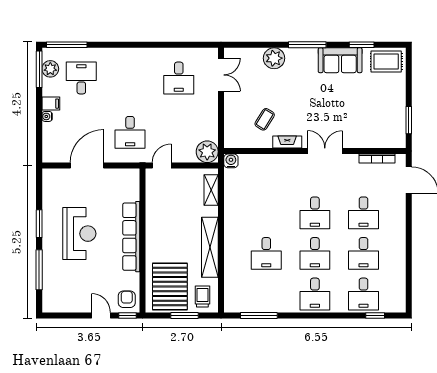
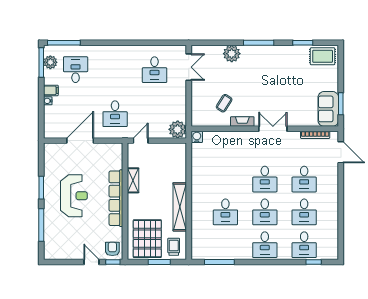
sofa: (340, 60) -> (328, 109), moved, turned 90
shelving: (211, 190) -> (133, 180), moved

